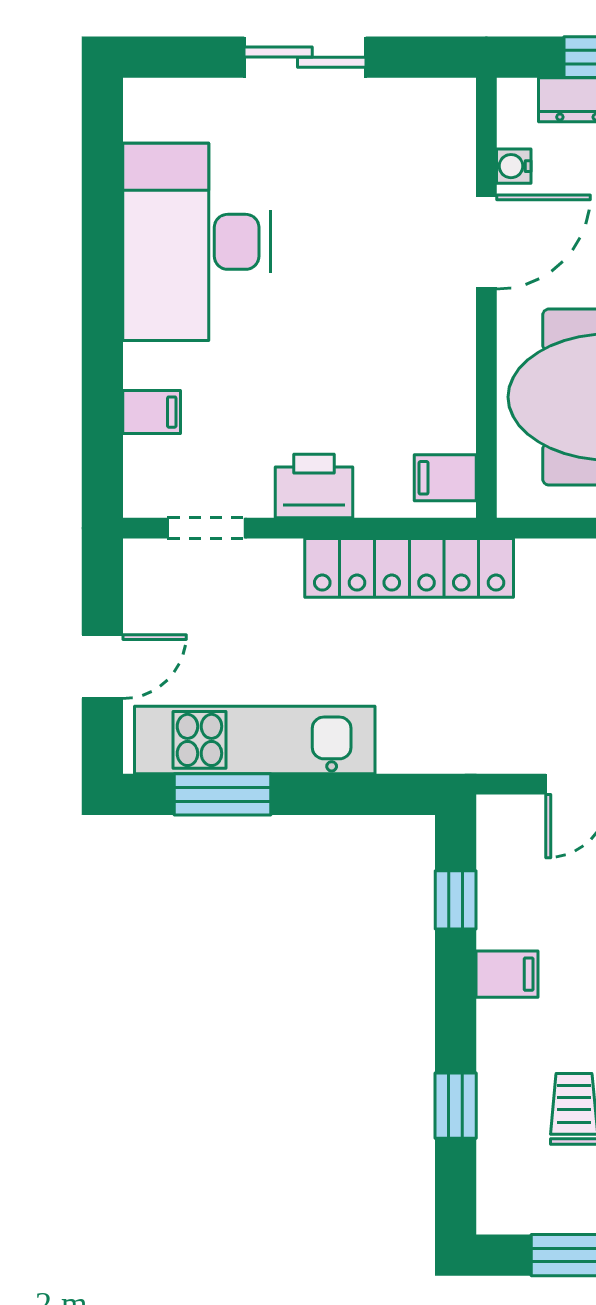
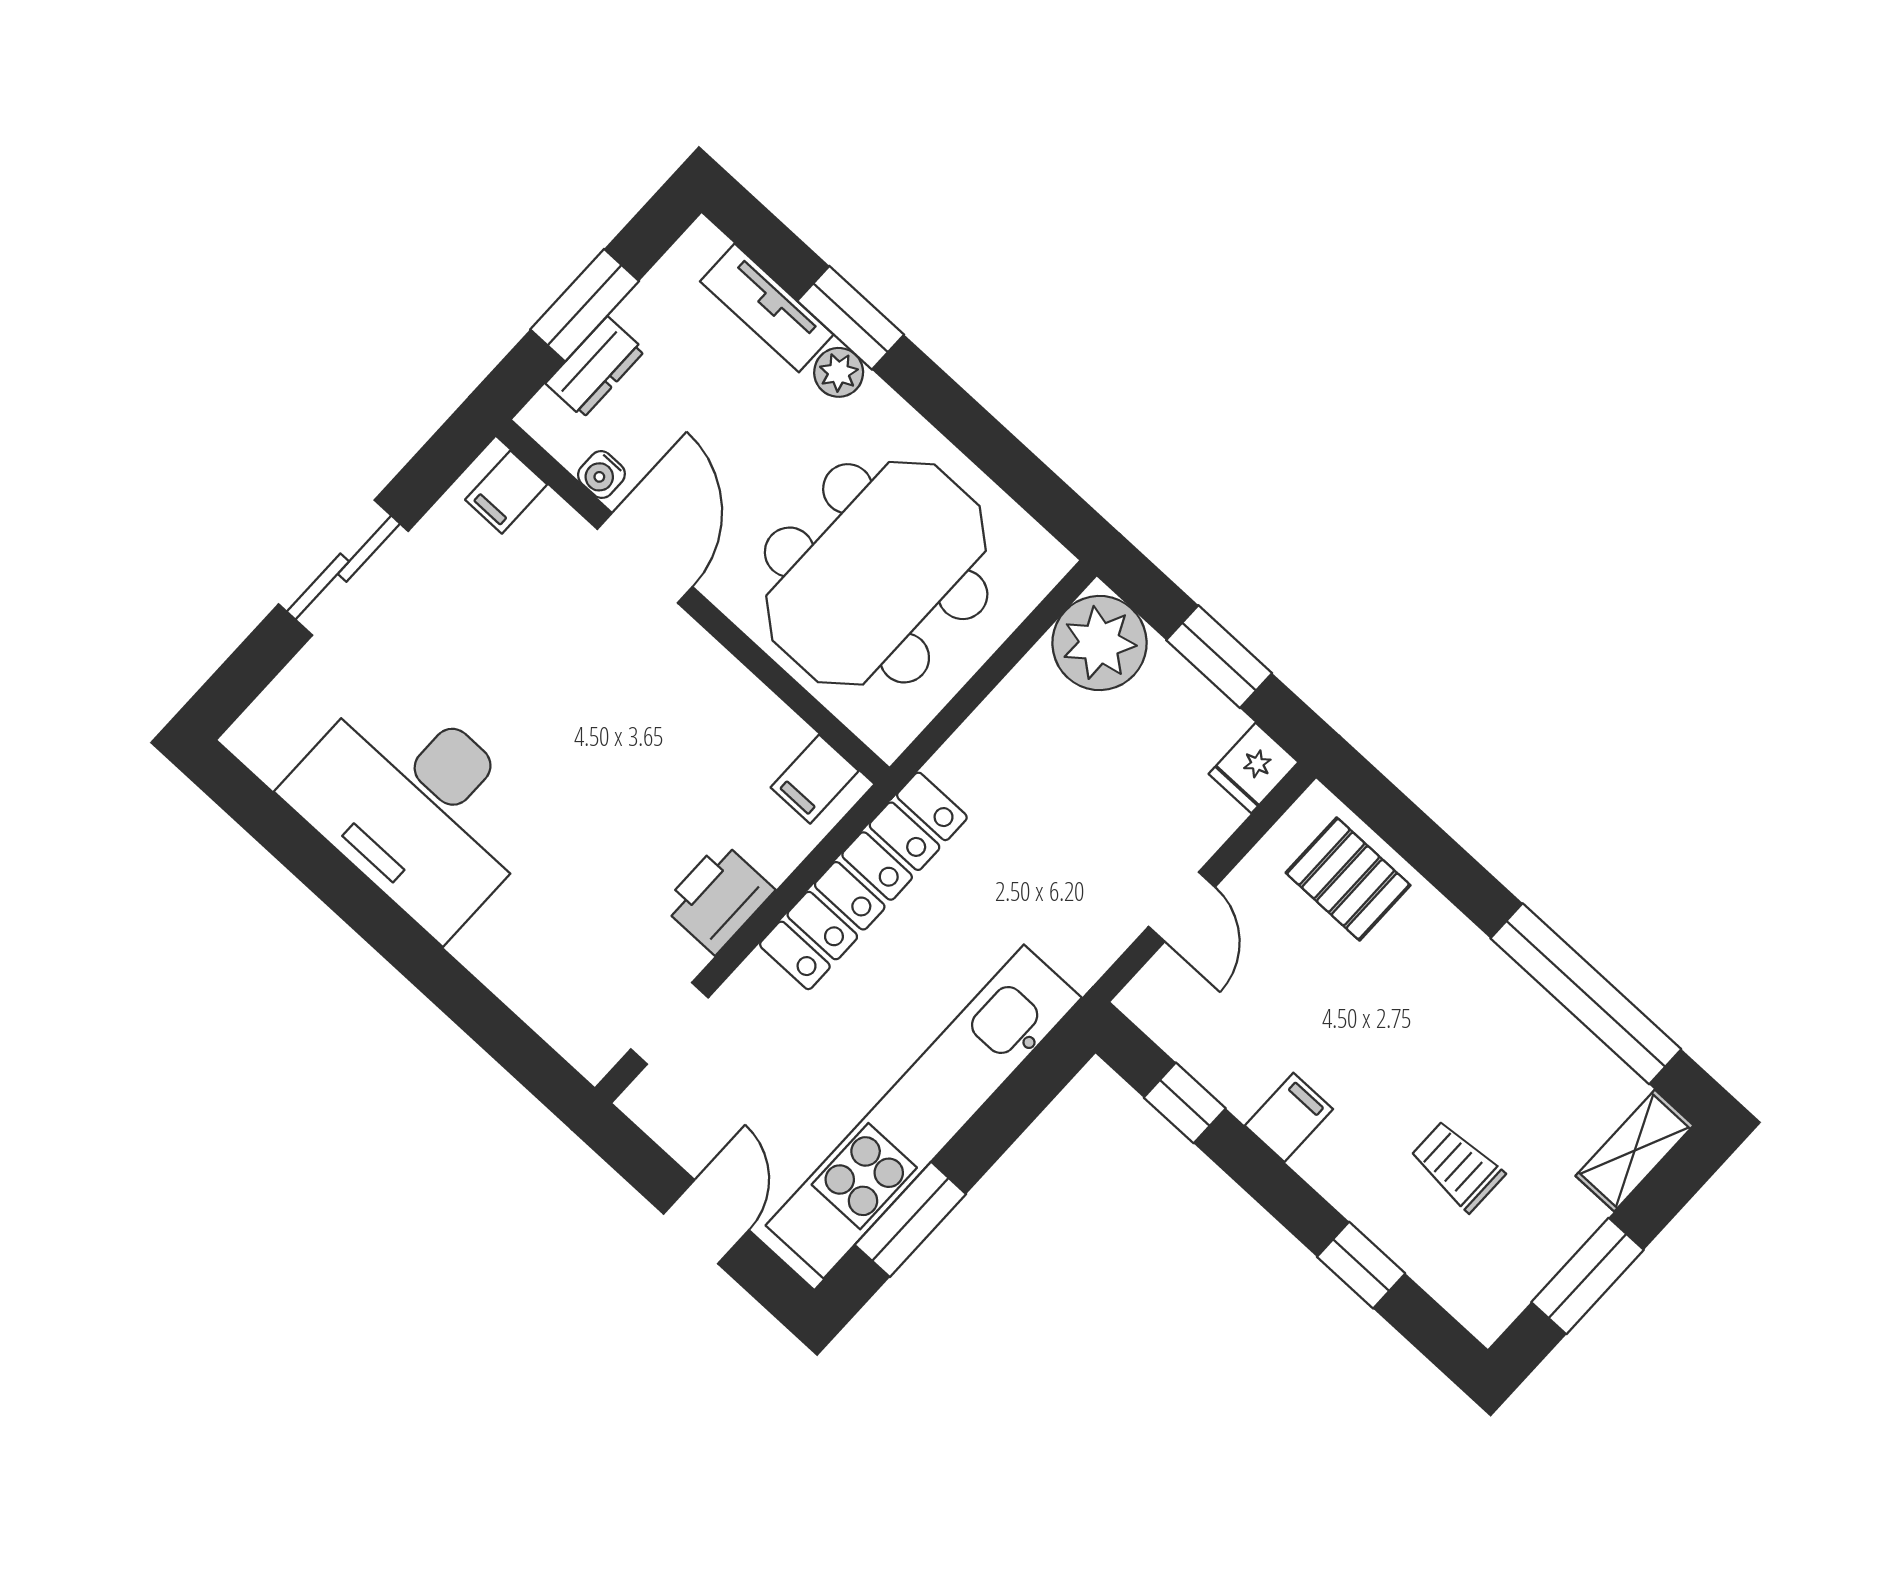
filing cabinet: (152, 412) -> (506, 492), moved, turned 180
kitchen unit: (255, 740) -> (924, 1112), width x1.36

